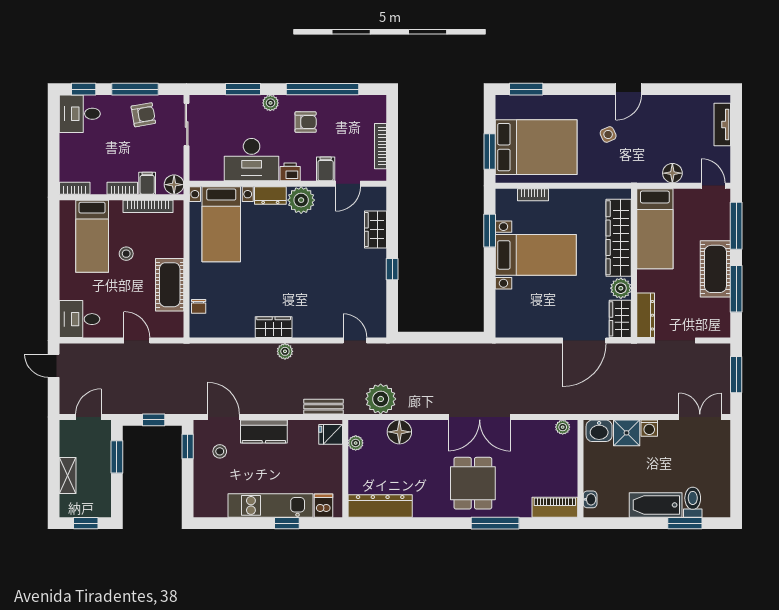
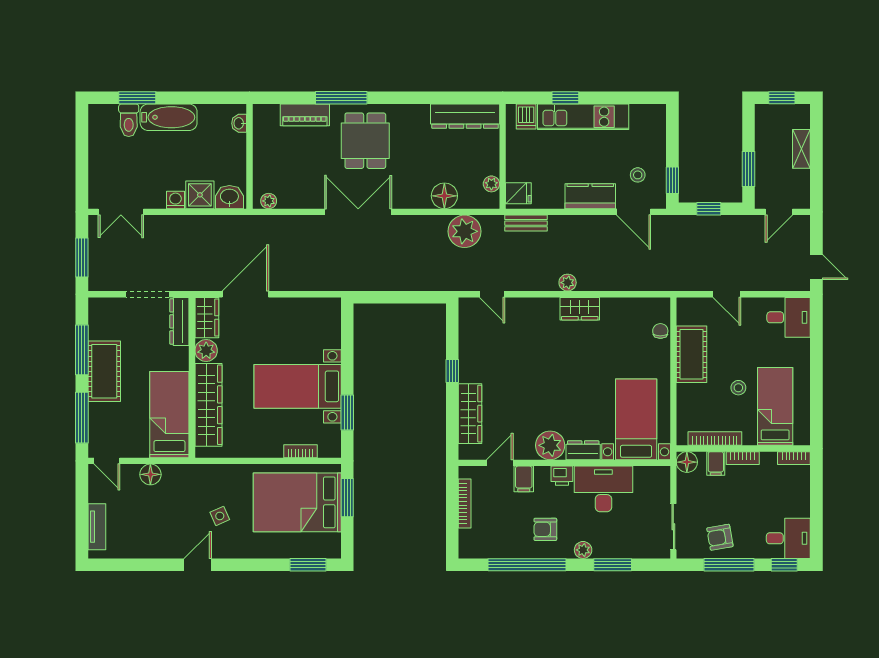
wardrobe: (376, 230) -> (470, 414), width x1.50
piano: (555, 507) -> (305, 115), moved

